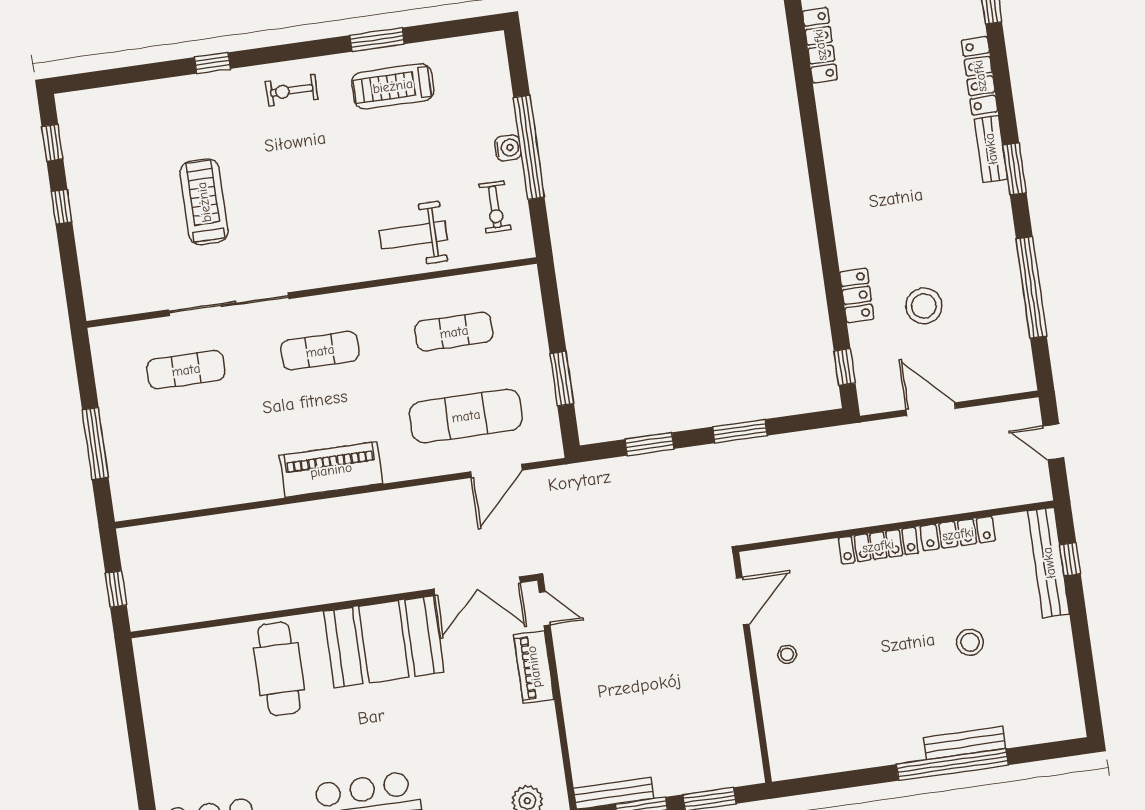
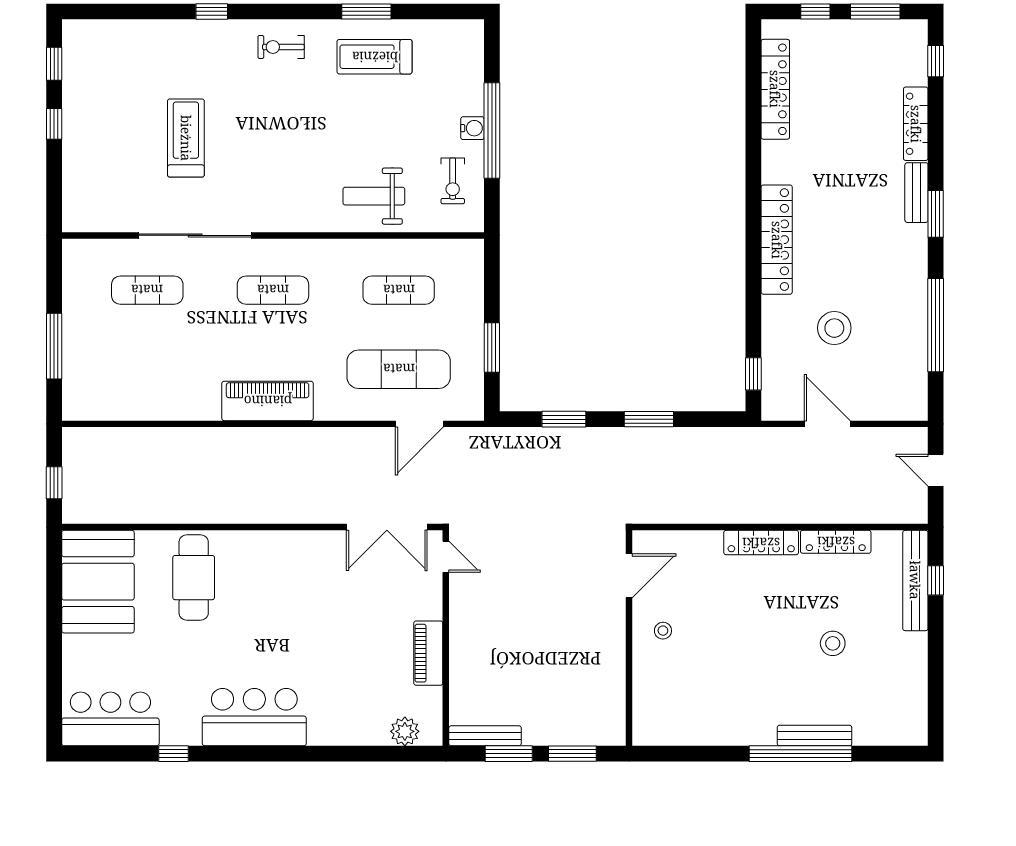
locker: (820, 45) -> (775, 89), width x1.41, depth x1.21
locker: (857, 295) -> (777, 240), moved, width x2.16, depth x1.21
booth: (384, 642) -> (98, 582), moved, turned 90
piano: (534, 667) -> (428, 653), moved

